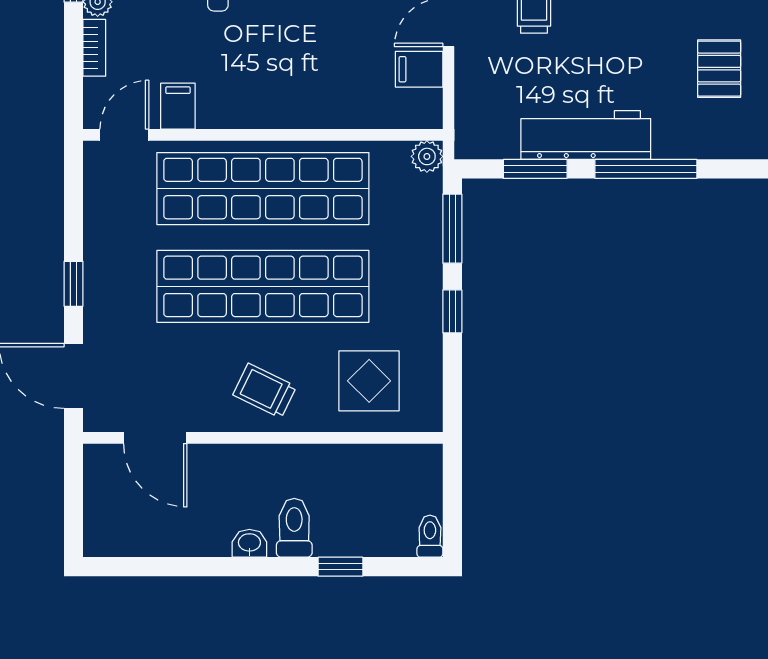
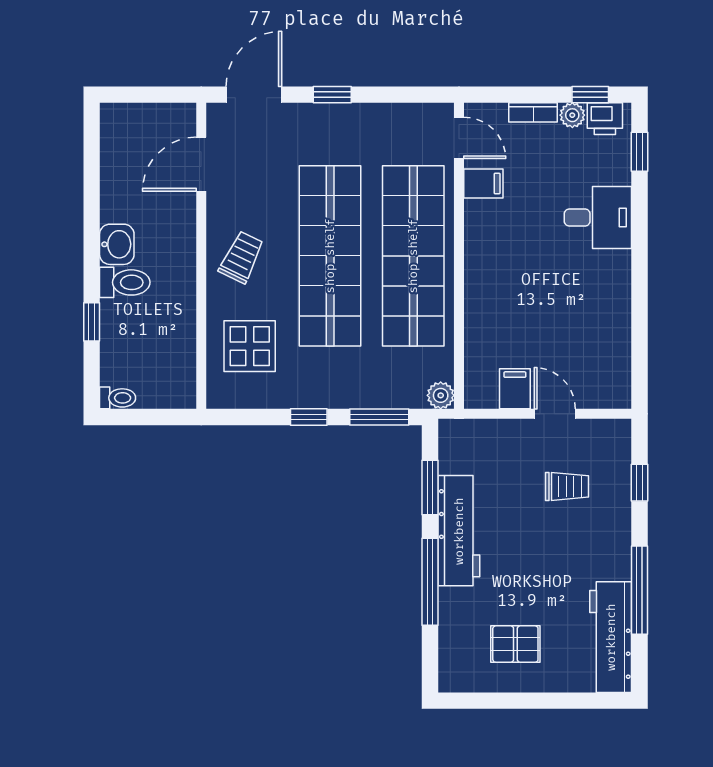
washbasin: (249, 543) -> (117, 244), width x1.38, depth x1.45

